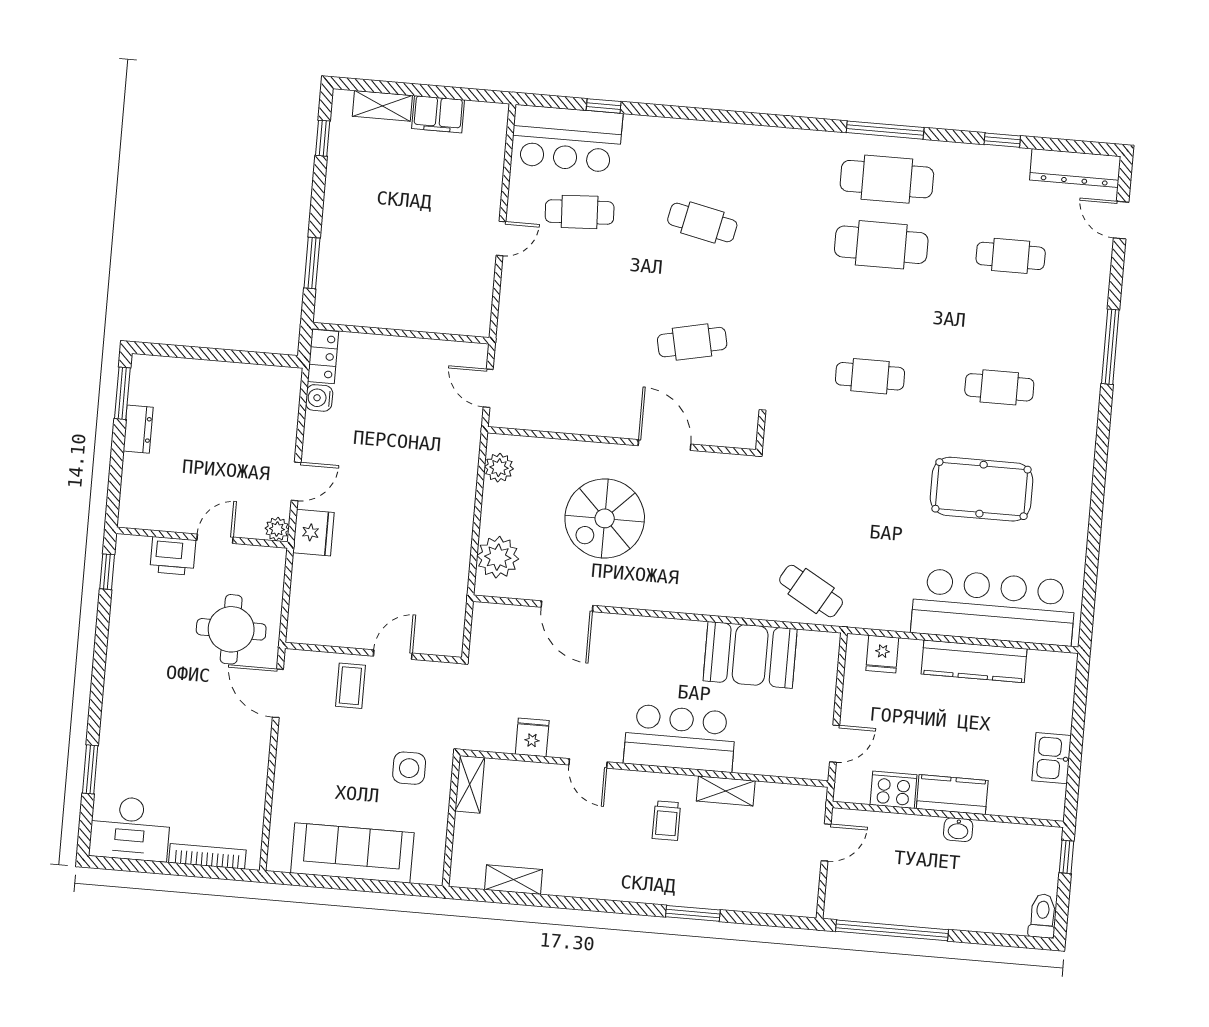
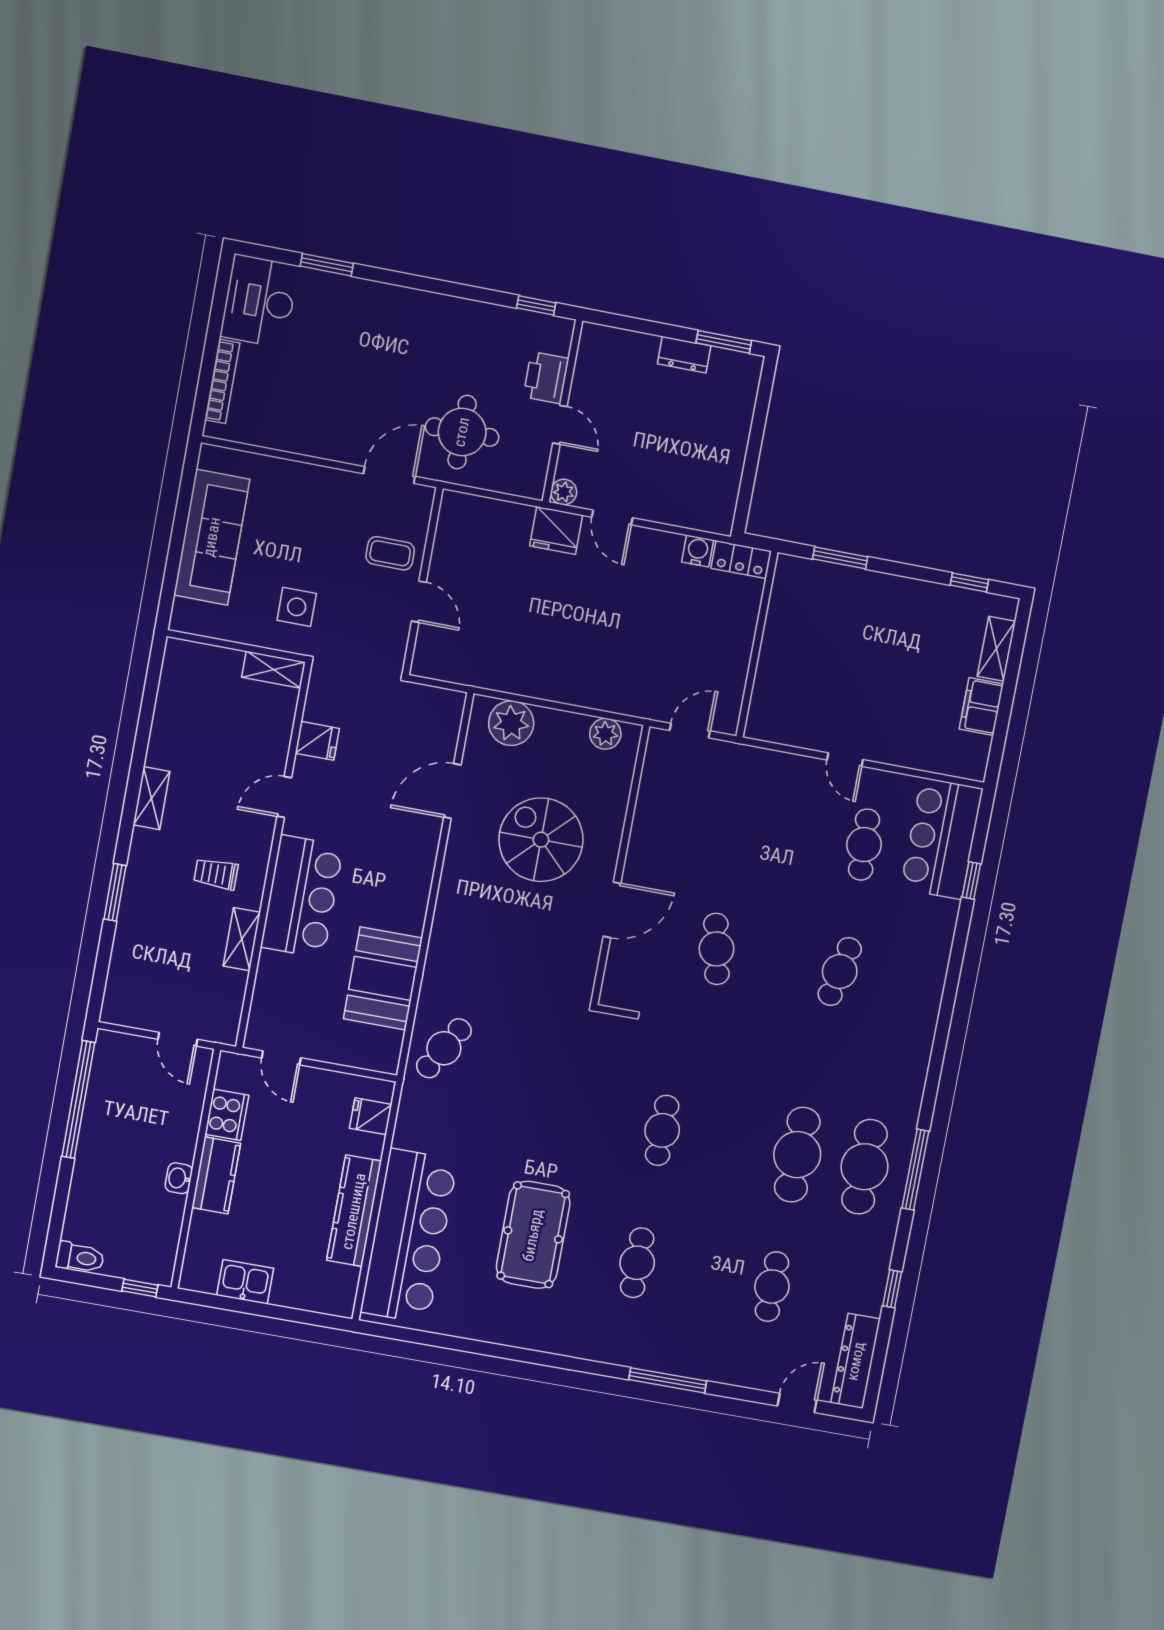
shelving: (513, 880) -> (152, 798), moved

